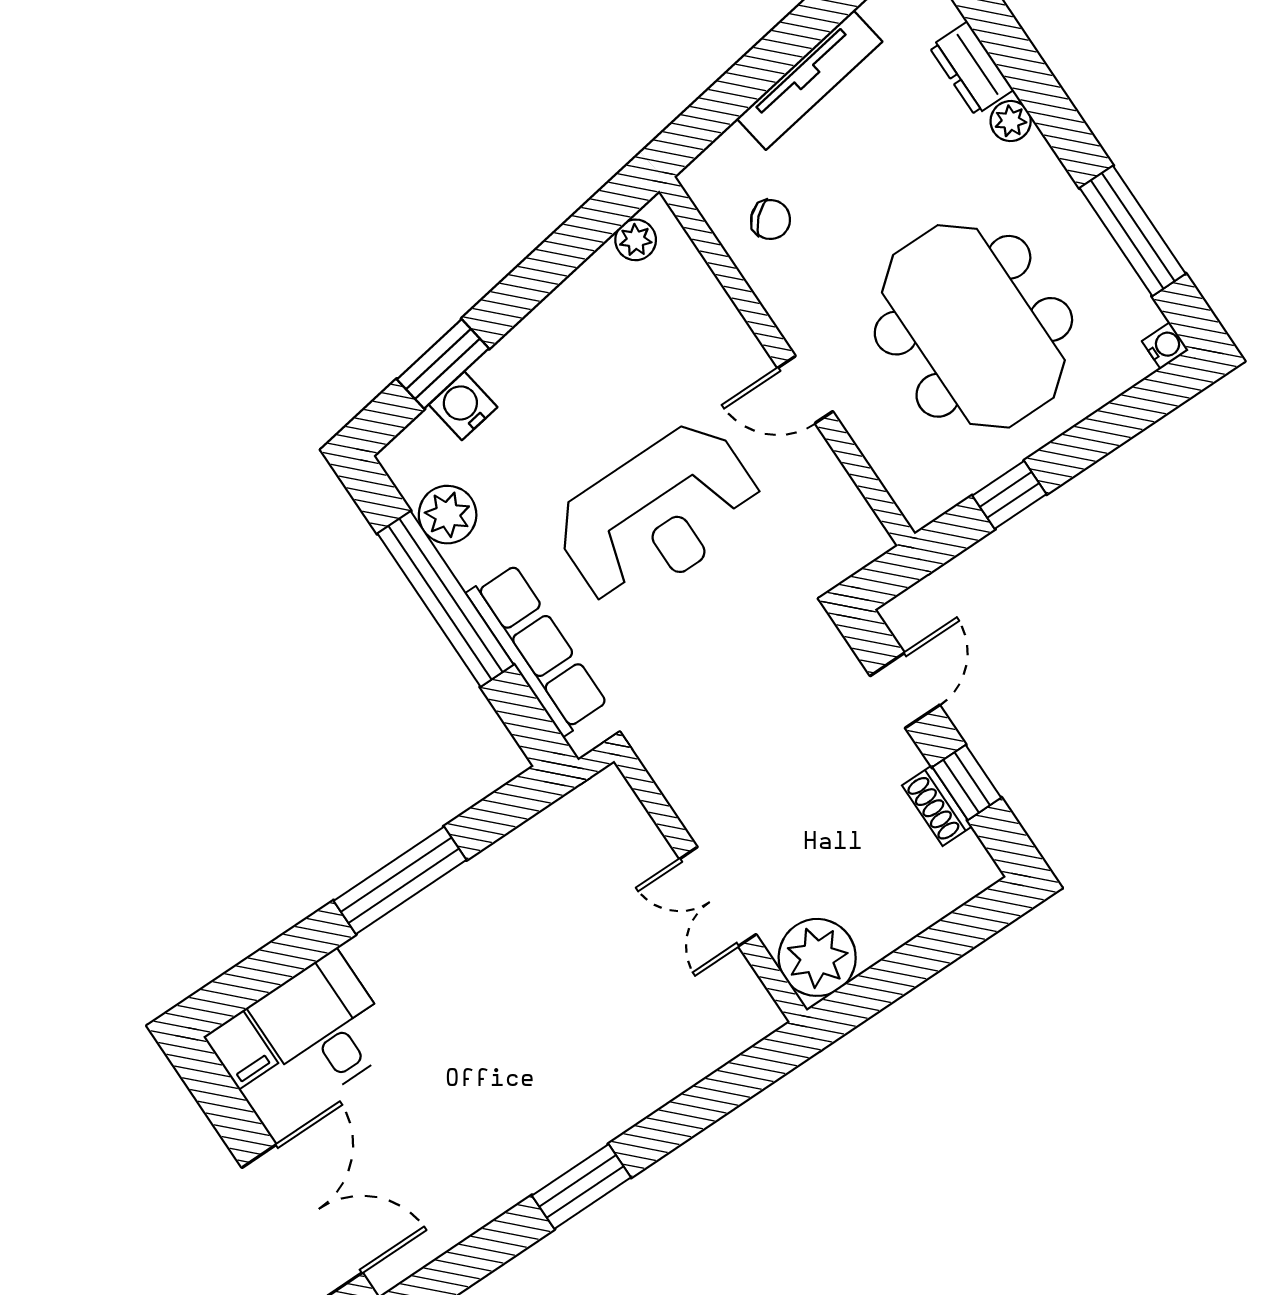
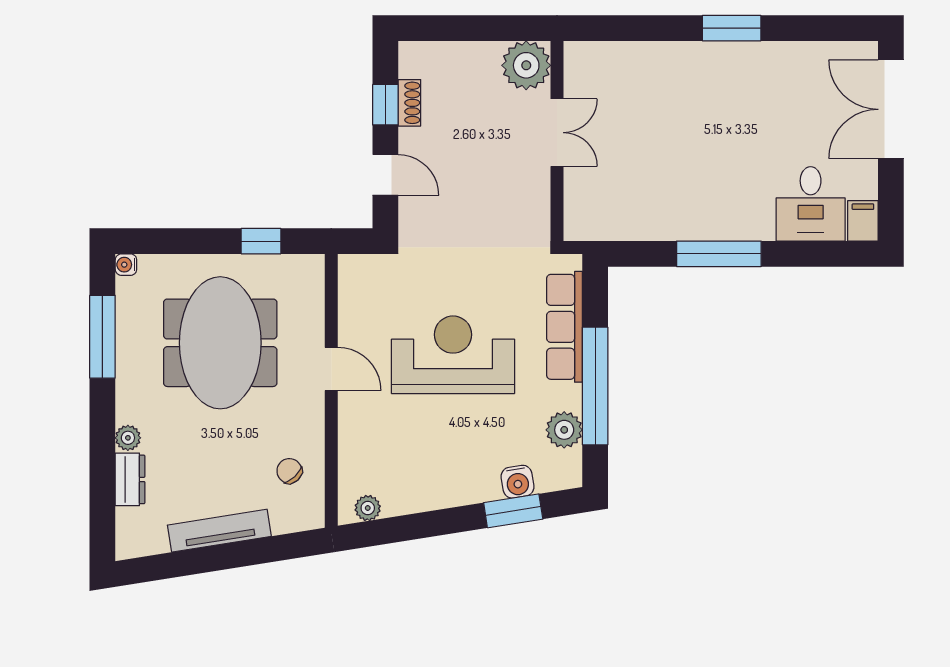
door: (905, 690) -> (385, 175), swing flipped

